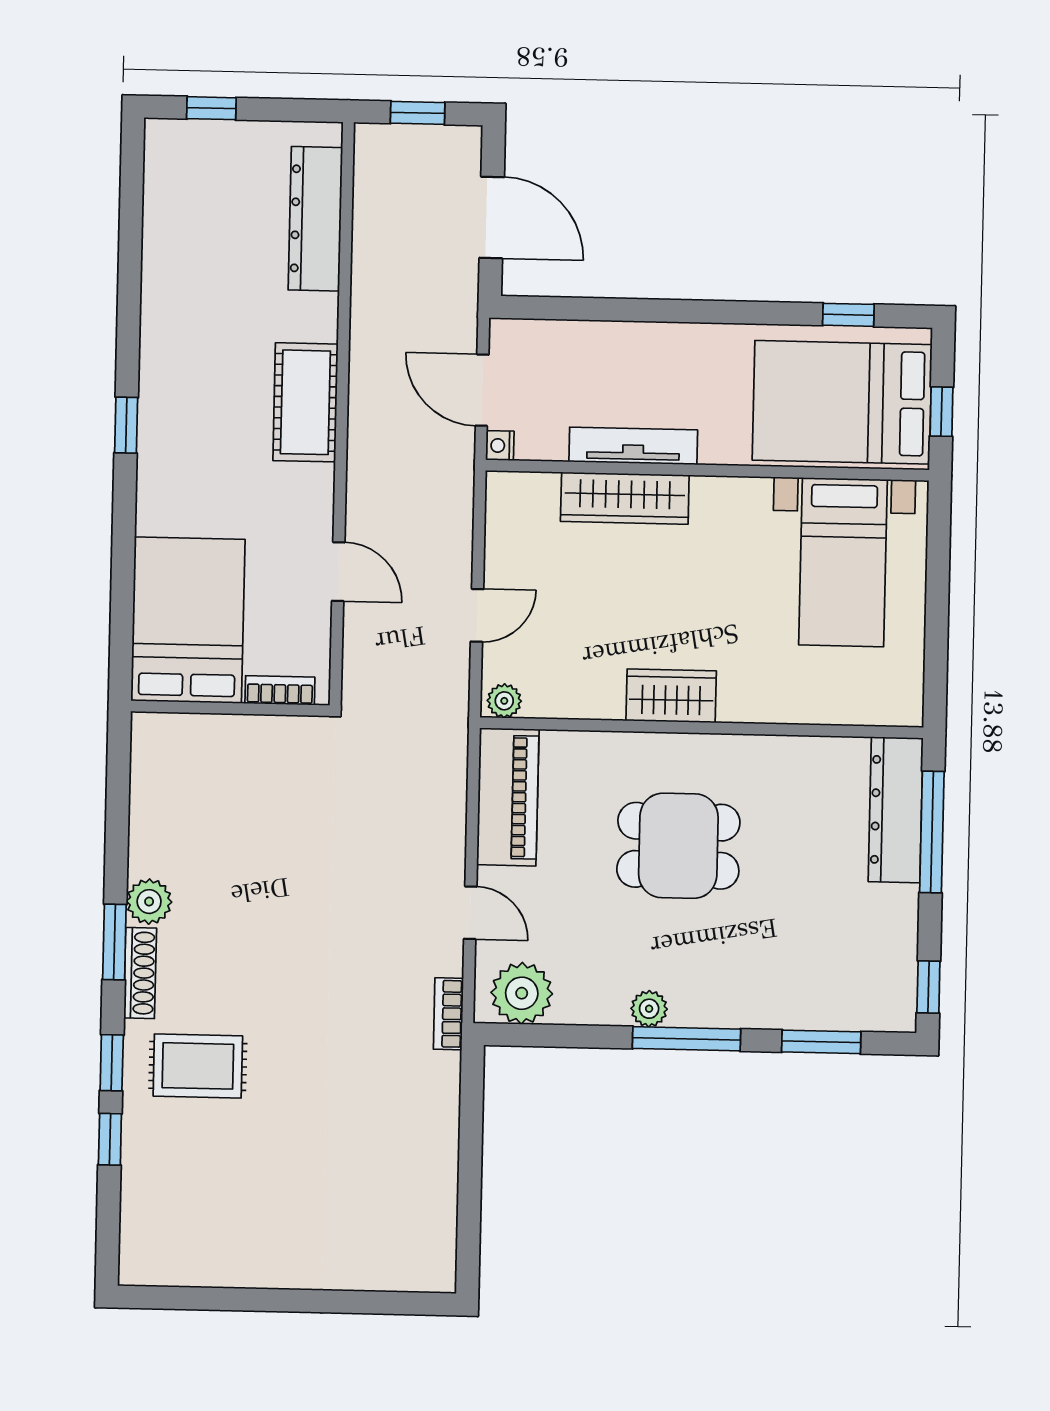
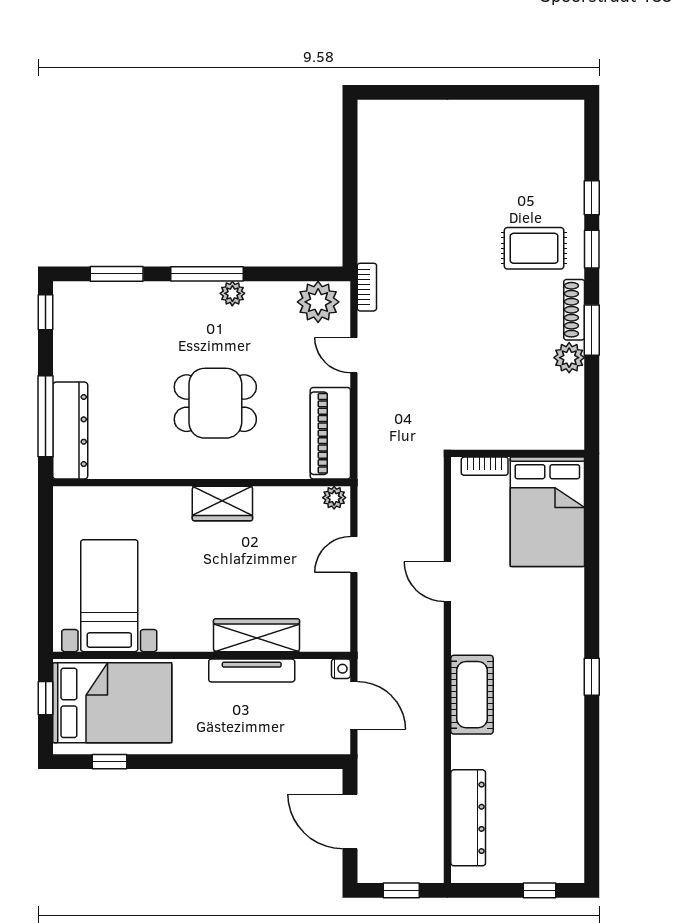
bed: (188, 620) -> (547, 512), moved
bookcase: (280, 690) -> (485, 466), moved
wall: (230, 708) -> (518, 453), moved

